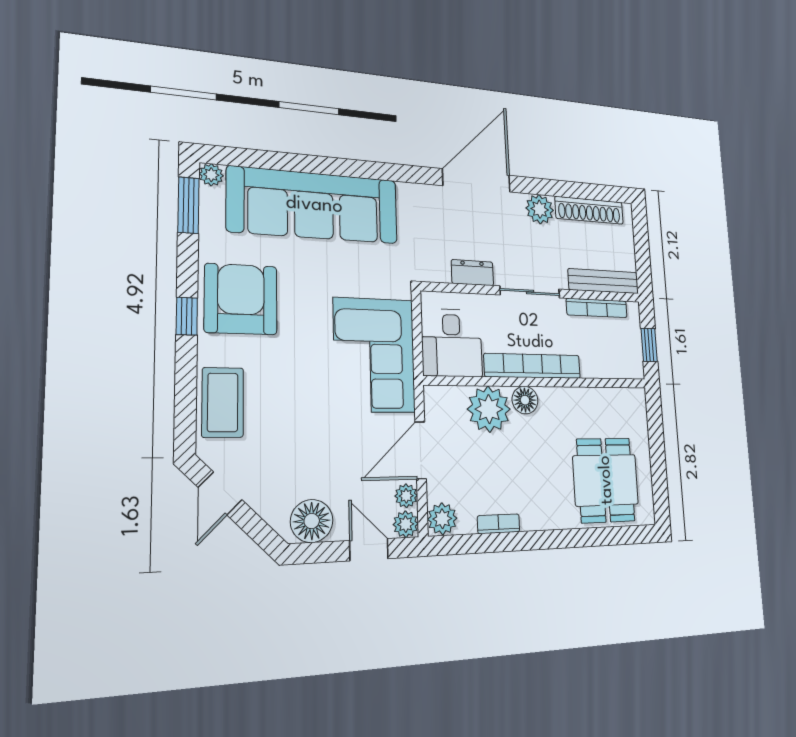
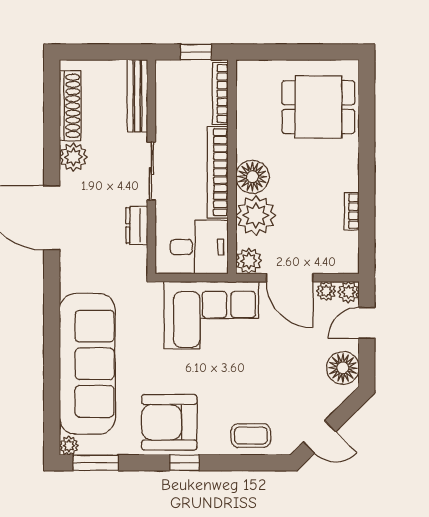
bookcase: (597, 308) -> (220, 93), moved, turned 180
floor lamp: (525, 400) -> (252, 177), width x1.38, depth x1.38
coffee table: (223, 402) -> (251, 436), width x0.73, depth x0.77
plant: (442, 519) -> (249, 261), moved

